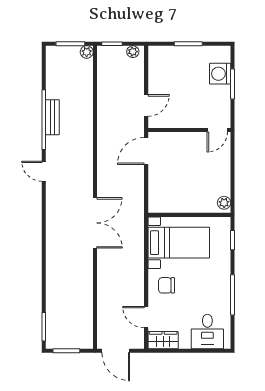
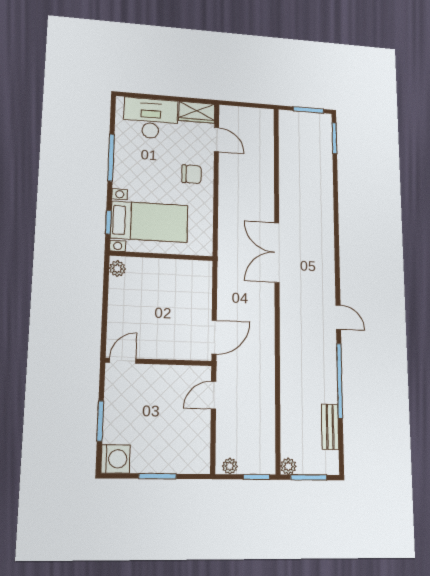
washing machine: (220, 74) -> (115, 459), moved
bench: (52, 117) -> (330, 427), moved
bed with nightstands: (179, 243) -> (149, 222), moved, turned 180
desk: (207, 332) -> (151, 118), width x1.37
door: (116, 351) -> (252, 105), removed

